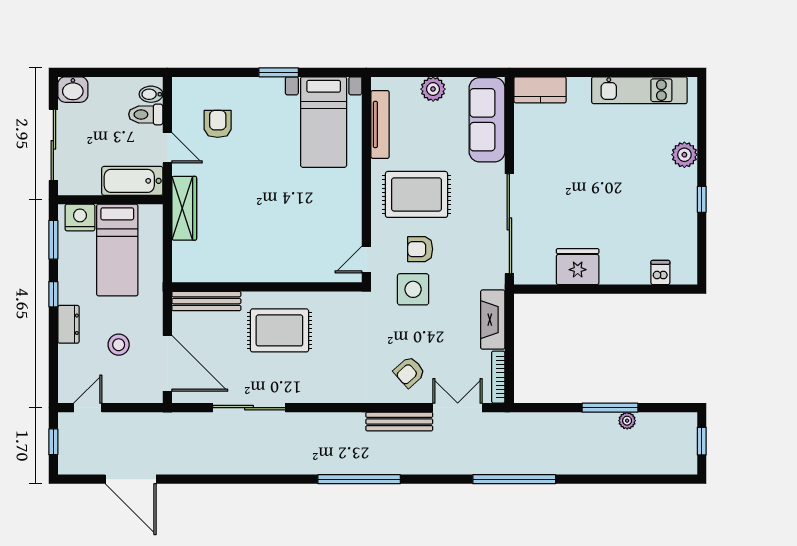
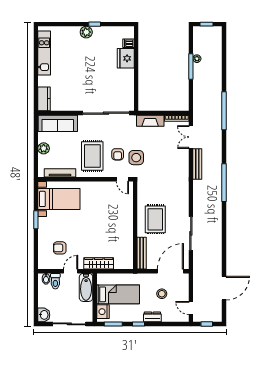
plant: (684, 155) -> (86, 32), moved
fridge: (578, 267) -> (126, 58), moved
armchair: (409, 372) -> (174, 159), removed

